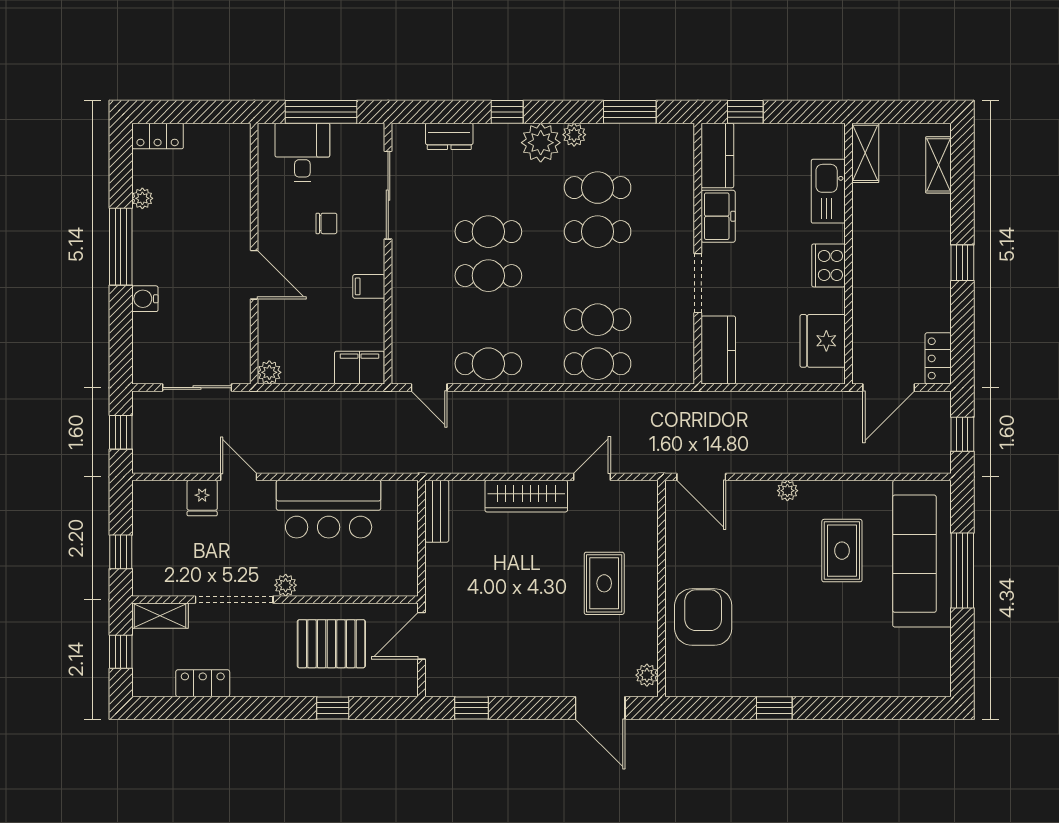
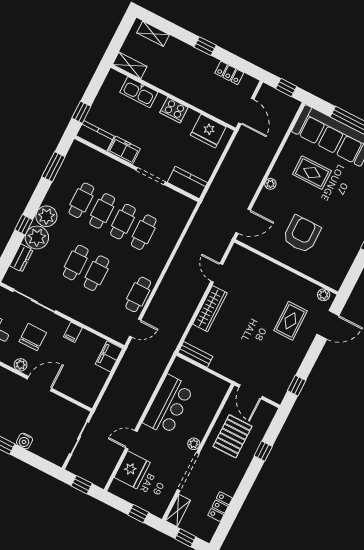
plant: (574, 135) -> (37, 237), moved, width x1.87, depth x1.87
chair: (326, 223) -> (33, 337), width x1.87, depth x1.87
locker: (938, 358) -> (229, 73), moved
cafe table: (598, 364) -> (123, 222), moved
plant: (269, 372) -> (21, 365), moved
fridge: (202, 498) -> (132, 470), width x1.88, depth x1.34
rug: (604, 583) -> (290, 321), moved, turned 90
armchair: (703, 617) -> (302, 234), moved, turned 90

